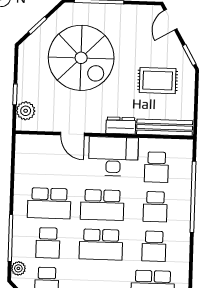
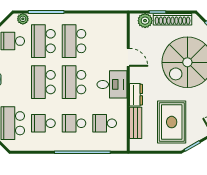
shoe rack: (25, 75) -> (173, 19), added
rug: (158, 81) -> (172, 122), width x1.36, depth x1.43
bench: (165, 127) -> (136, 123), width x0.73
door: (72, 134) -> (128, 57), swing flipped
desk: (113, 156) -> (112, 84), width x0.73
school desk: (48, 243) -> (43, 41), width x1.85

